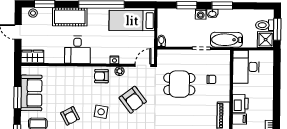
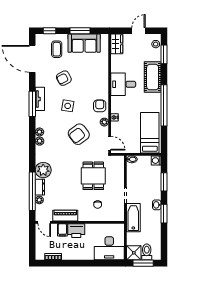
washing machine: (201, 14) -> (156, 161), moved
desk: (246, 67) -> (109, 248), moved, turned 180

